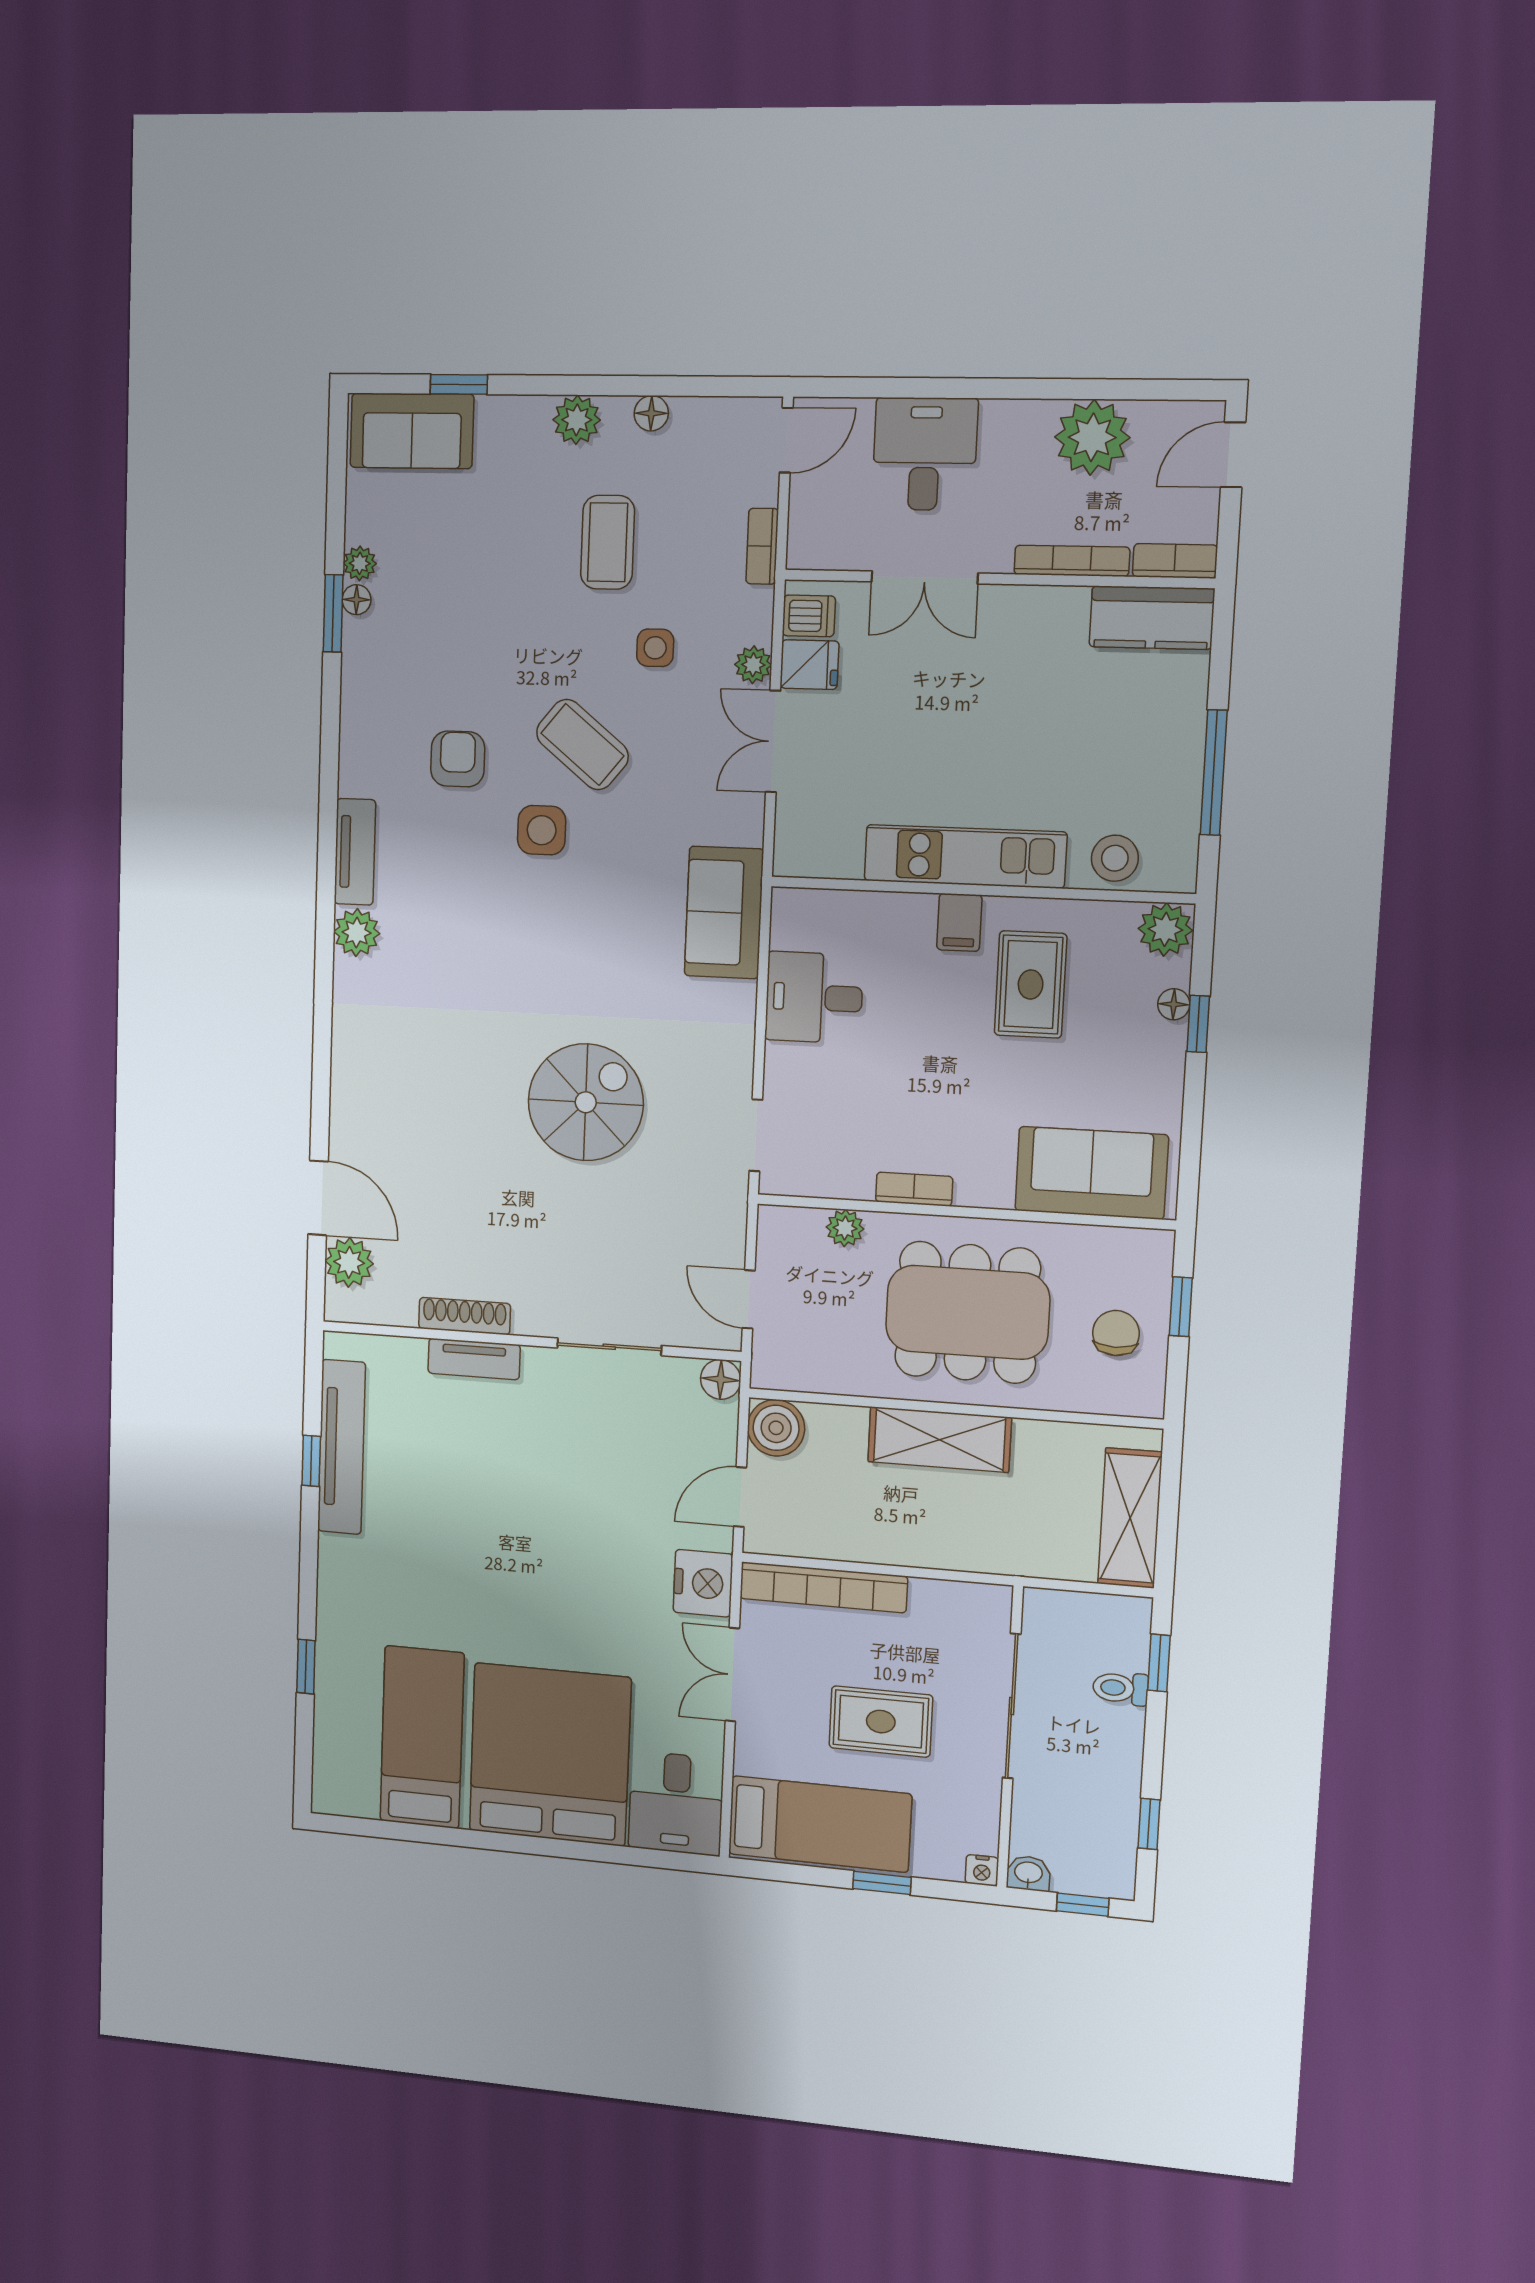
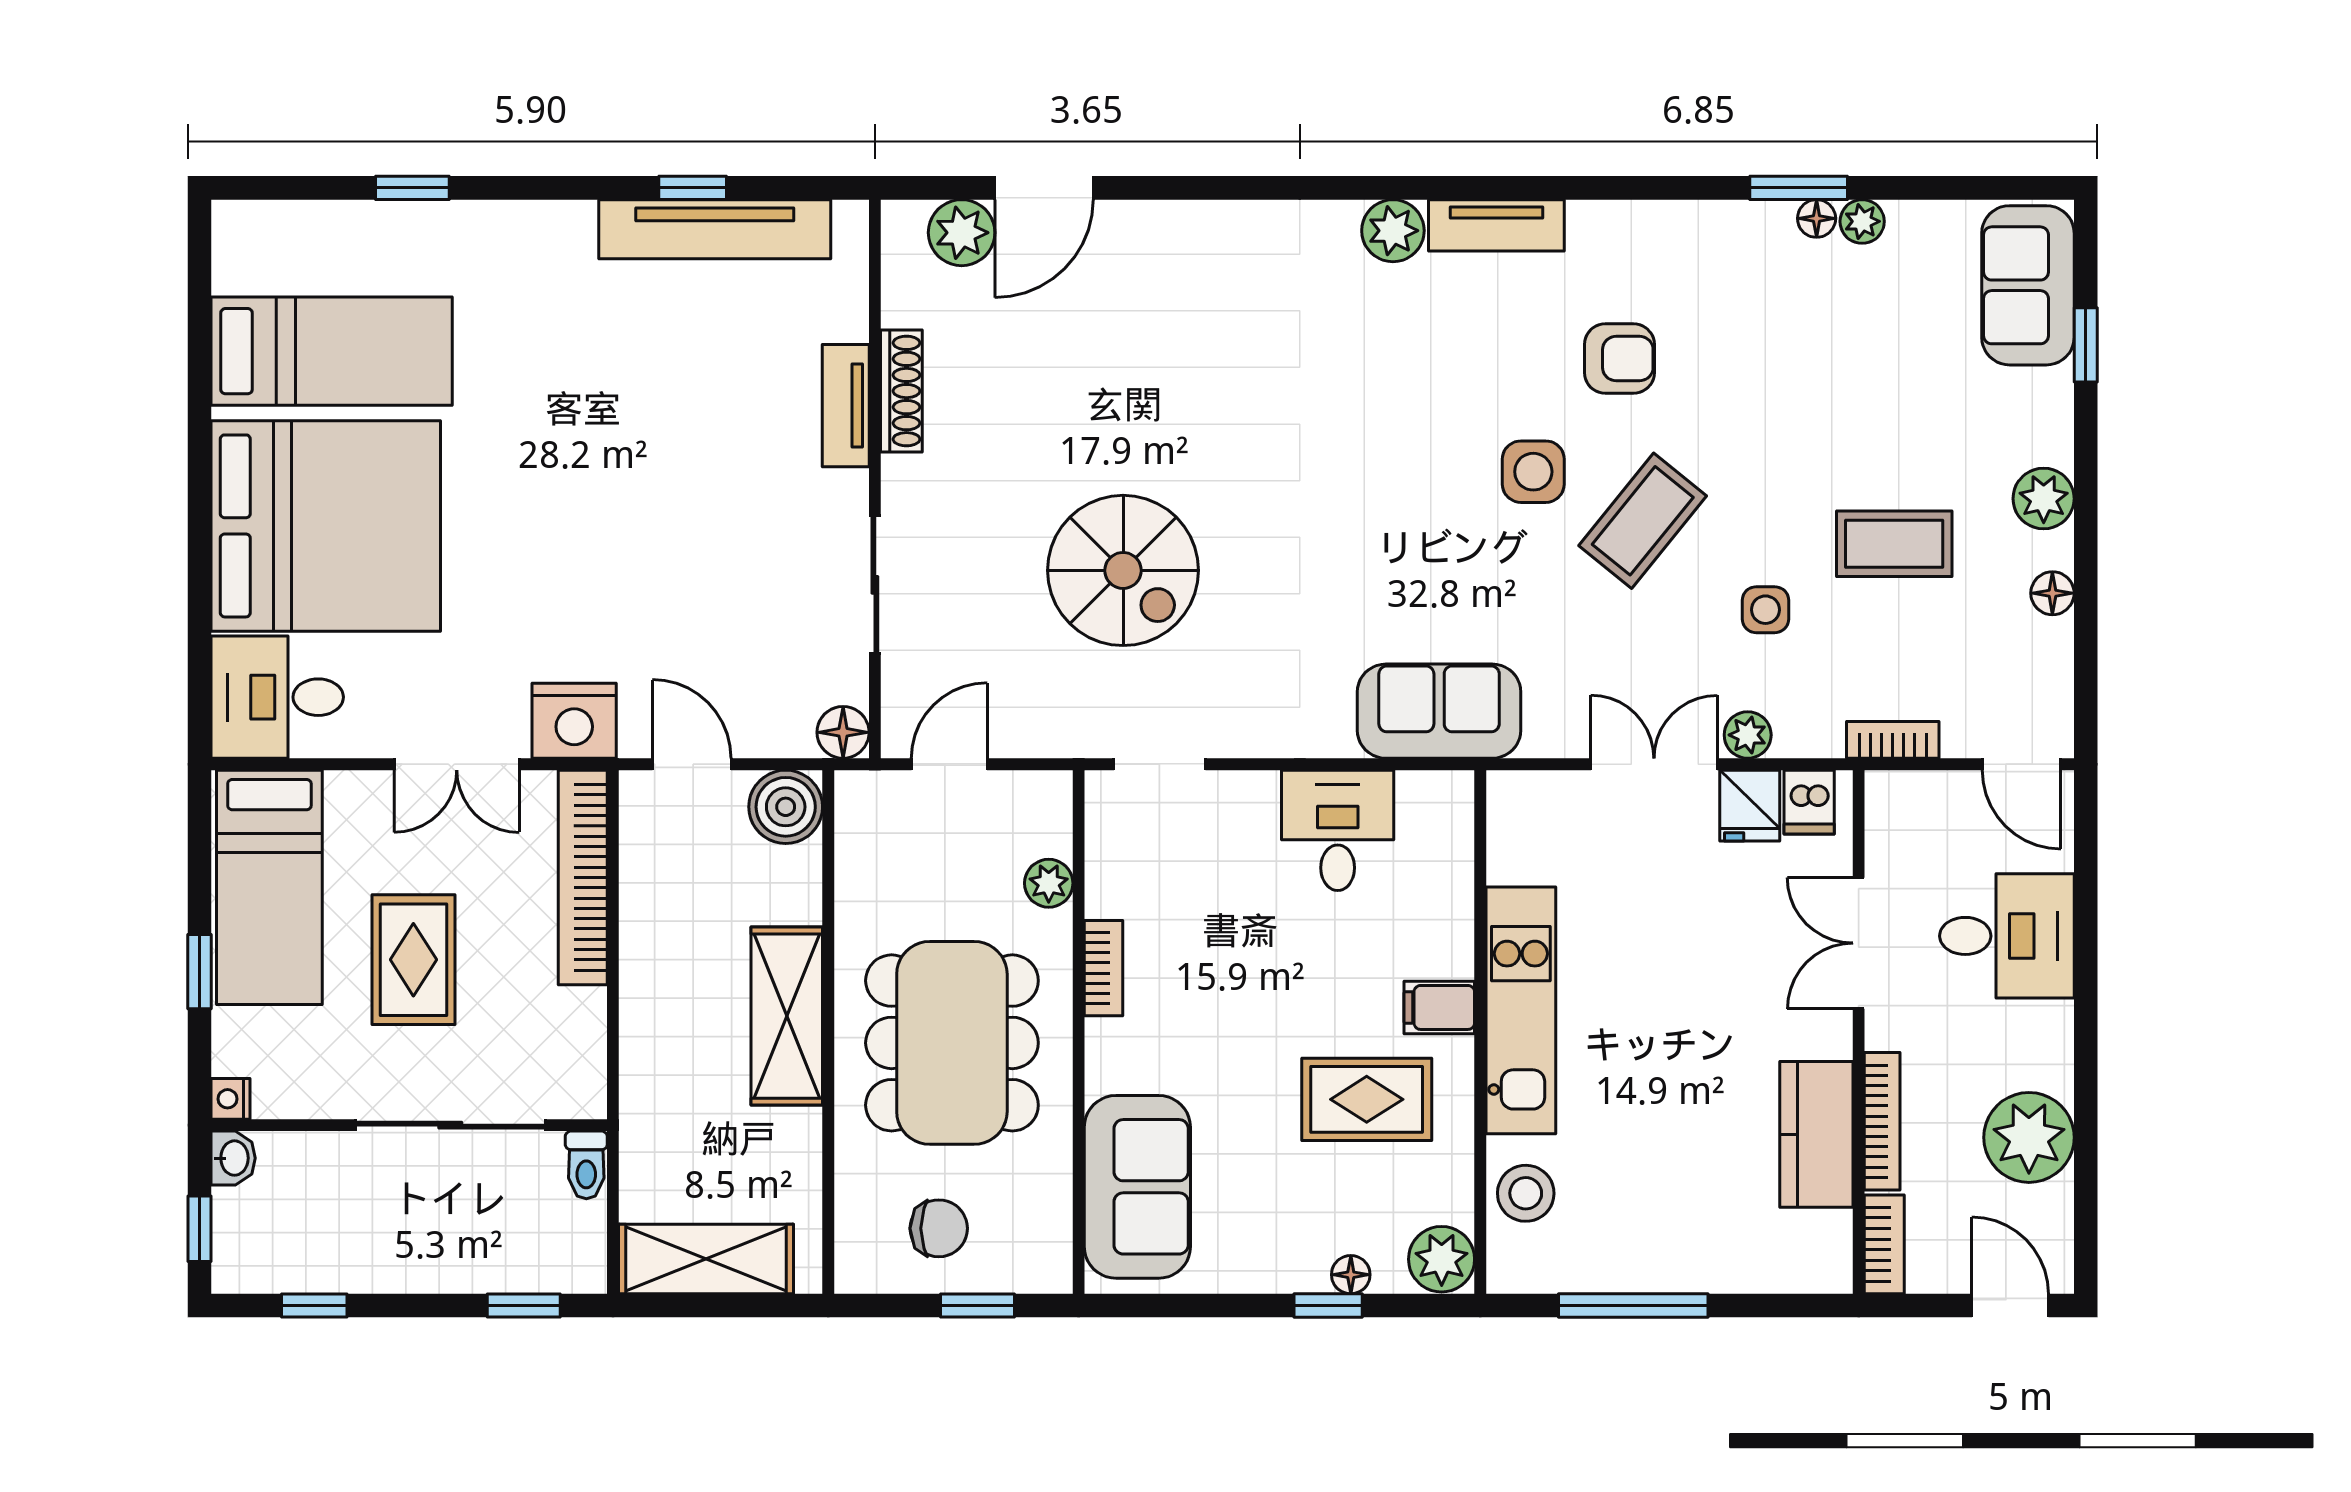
kitchen counter: (1152, 618) -> (1816, 1134), moved
spiral stairs: (586, 1102) -> (1123, 570), moved
double door: (732, 1675) -> (457, 764), swing flipped
toilet: (1121, 1688) -> (586, 1165), moved, turned 180

